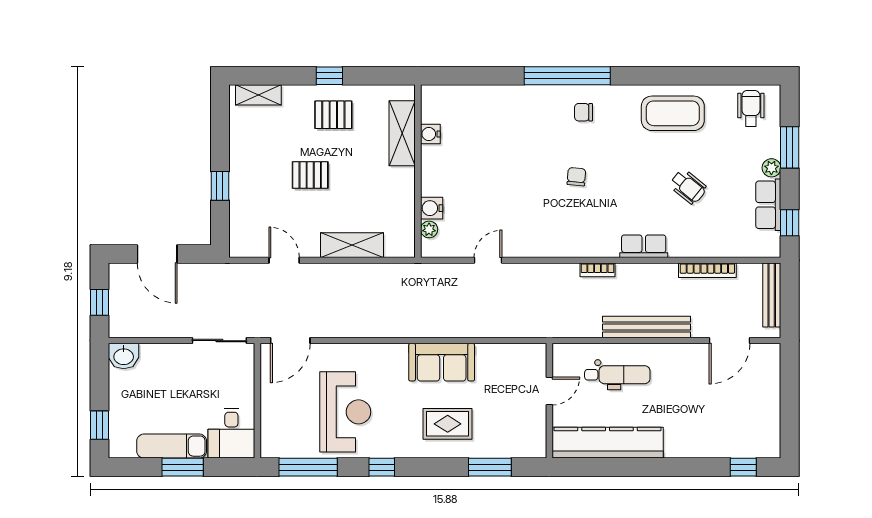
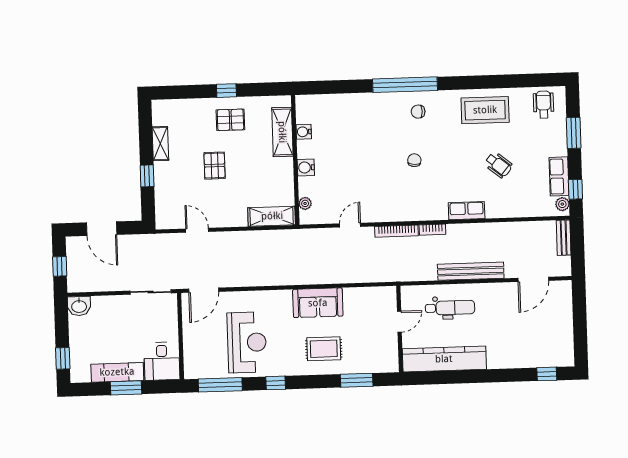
shelving: (258, 95) -> (160, 144), moved, turned 90
plant: (771, 168) -> (562, 204), moved
pallet: (310, 175) -> (215, 166), turned 90
water cooler: (432, 208) -> (306, 167), moved
shelving: (352, 245) -> (272, 216), moved
bookcase: (707, 270) -> (396, 231), moved
bench: (772, 295) -> (564, 238), width x0.73

